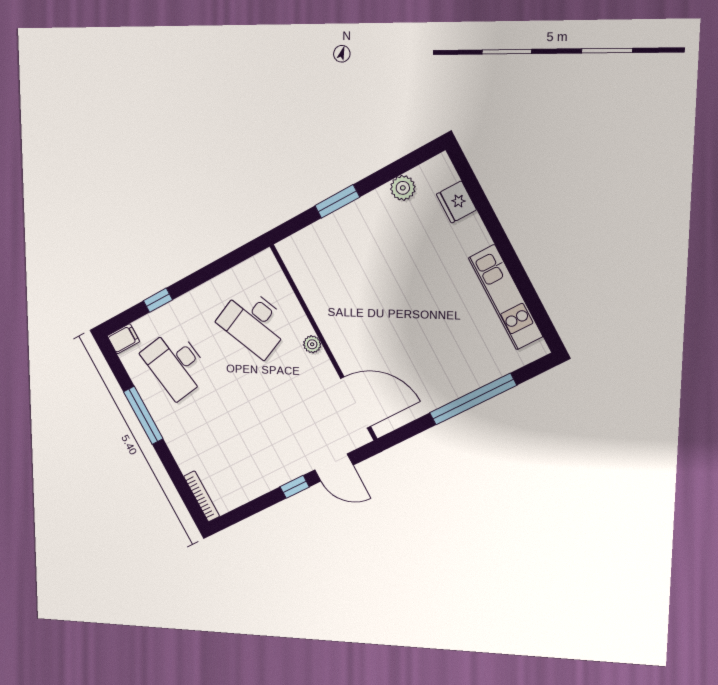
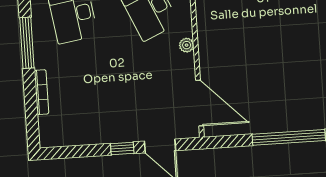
bookcase: (202, 496) -> (41, 92), moved

